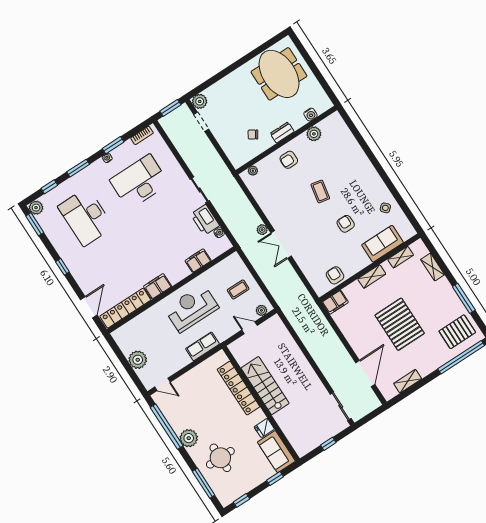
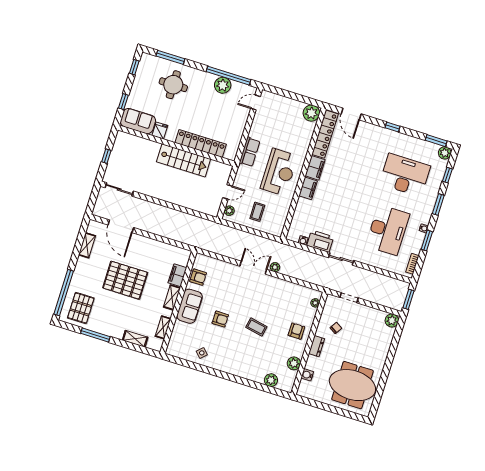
doorway: (201, 122) -> (349, 298), moved
plant: (345, 136) -> (271, 380), added
sofa: (382, 244) -> (190, 306), moved
filing cabinet: (198, 261) -> (308, 188), moved
filing cabinet: (335, 302) -> (177, 275), moved
plant: (138, 360) -> (311, 113), moved
plant: (189, 438) -> (223, 85), moved

